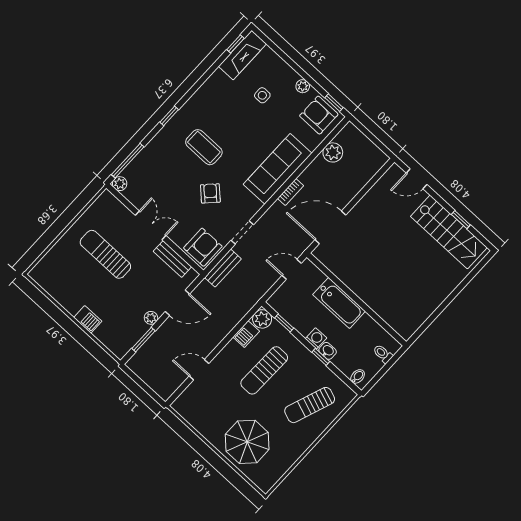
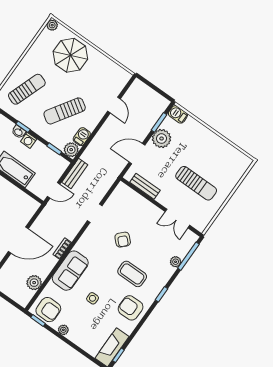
side table: (262, 95) -> (93, 298), moved
sofa: (277, 169) -> (70, 271), width x0.73
plant: (120, 184) -> (176, 262), moved
double door: (151, 225) -> (177, 218), moved
door: (330, 227) -> (18, 240), moved
armchair: (203, 247) -> (131, 308), moved, turned 90
bench: (223, 268) -> (75, 173), moved
plant: (151, 318) -> (162, 139), width x1.87, depth x1.87
barbecue: (88, 319) -> (178, 114), moved
door: (199, 370) -> (114, 105), hinge flipped
sun lounger: (264, 370) -> (65, 111), turned -148
plant: (266, 484) -> (52, 25), added

